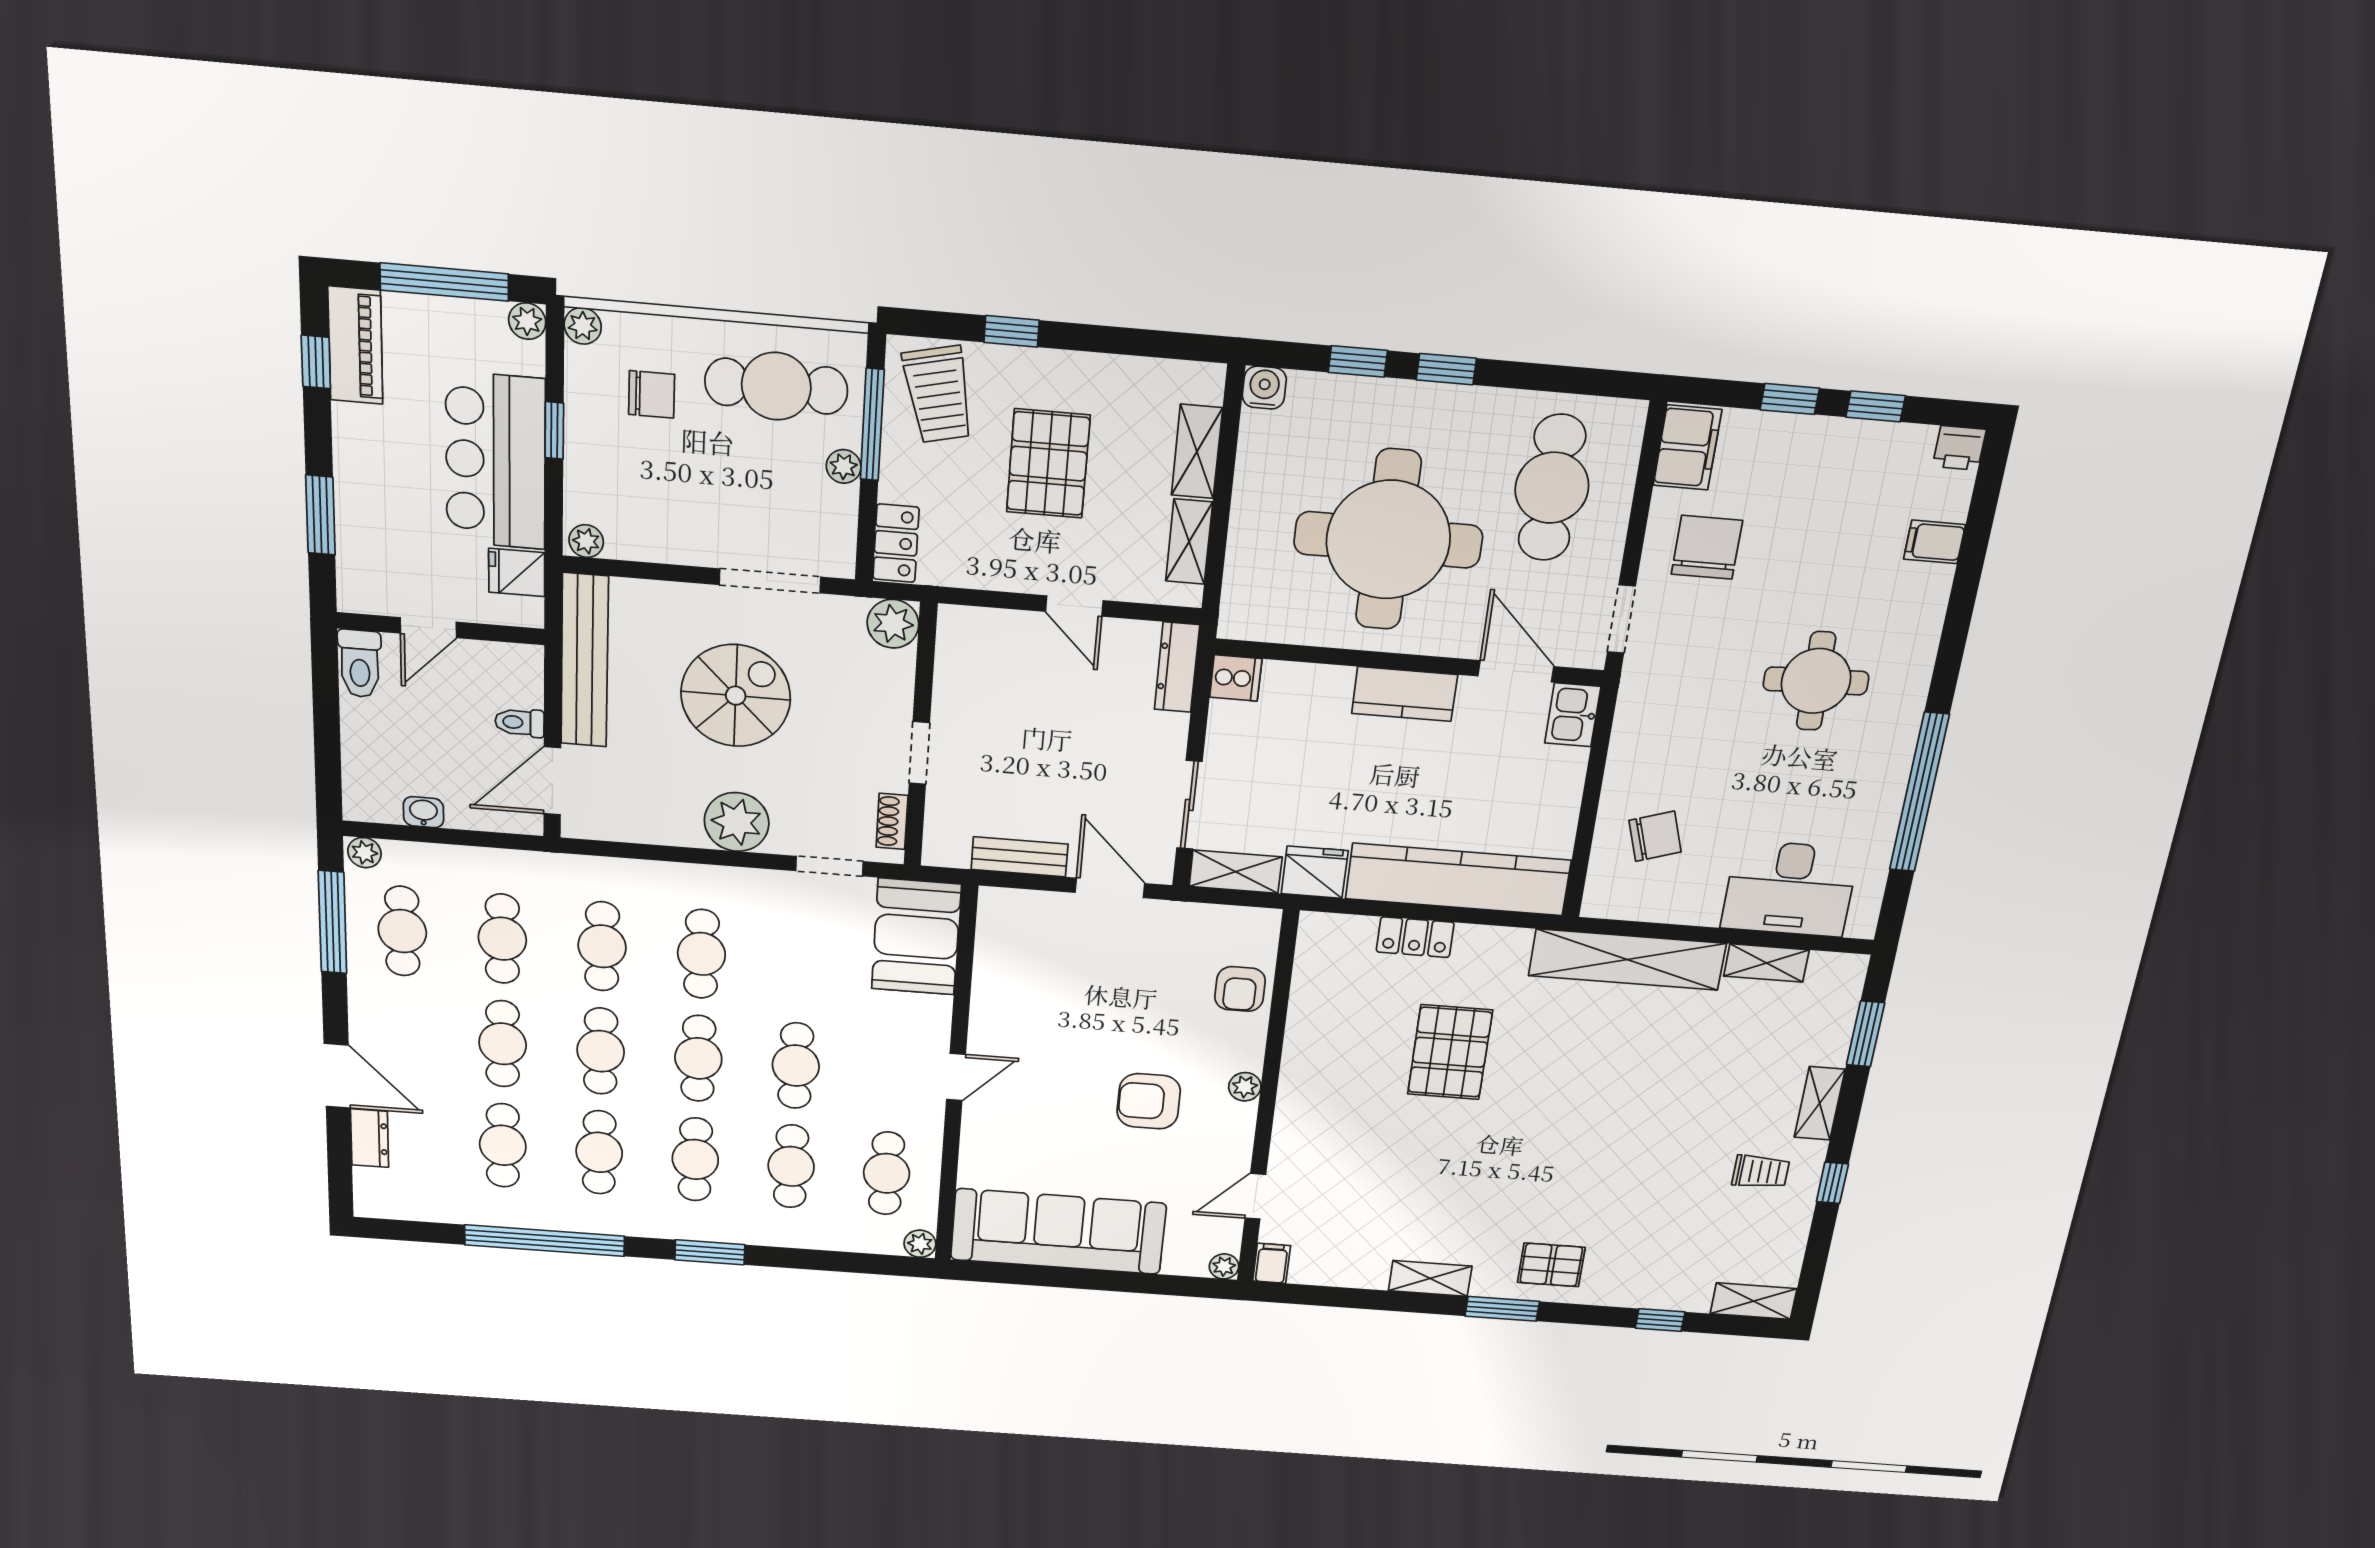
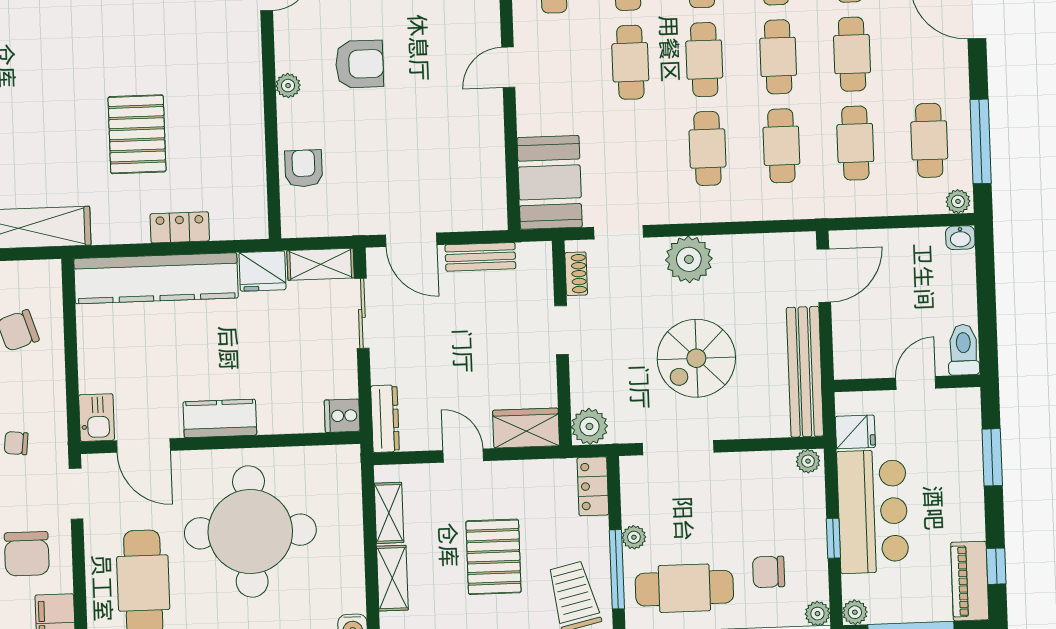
wardrobe: (982, 632) -> (526, 428), added
chair: (1689, 695) -> (16, 443), added
toilet: (520, 723) -> (849, 318), removed
washbasin: (423, 812) -> (960, 238), moved

